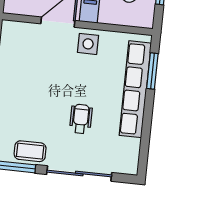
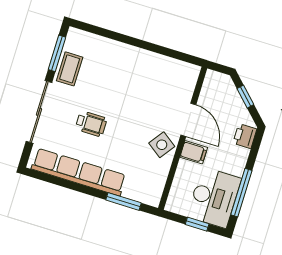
side table: (88, 44) -> (162, 145), turned 36
row of seats: (135, 89) -> (79, 172), moved

